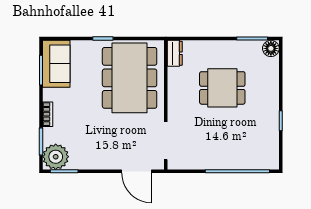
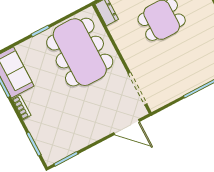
bookcase: (48, 114) -> (21, 107), moved
plant: (56, 157) -> (53, 150), removed

